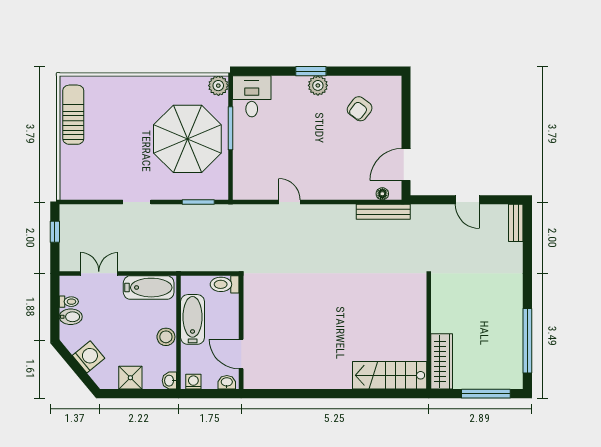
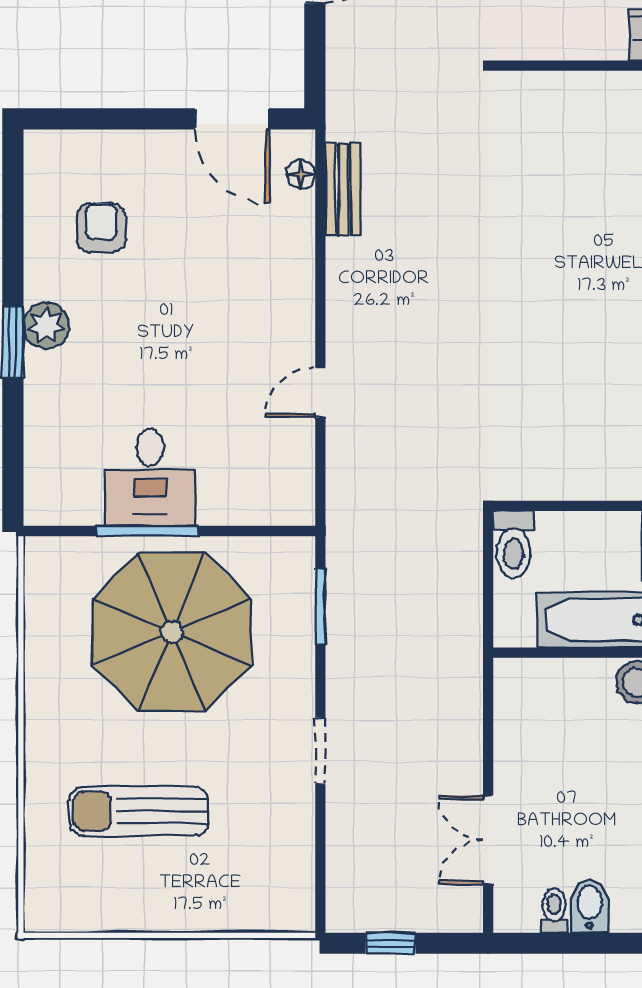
plant: (218, 86) -> (47, 559), removed
desk: (252, 96) -> (150, 478), moved, turned -90
armchair: (360, 109) -> (101, 228), turned -127
sun lounger: (73, 115) -> (139, 811), moved
bench: (383, 212) -> (343, 189), width x0.73
bathtub: (149, 288) -> (521, 723), removed

